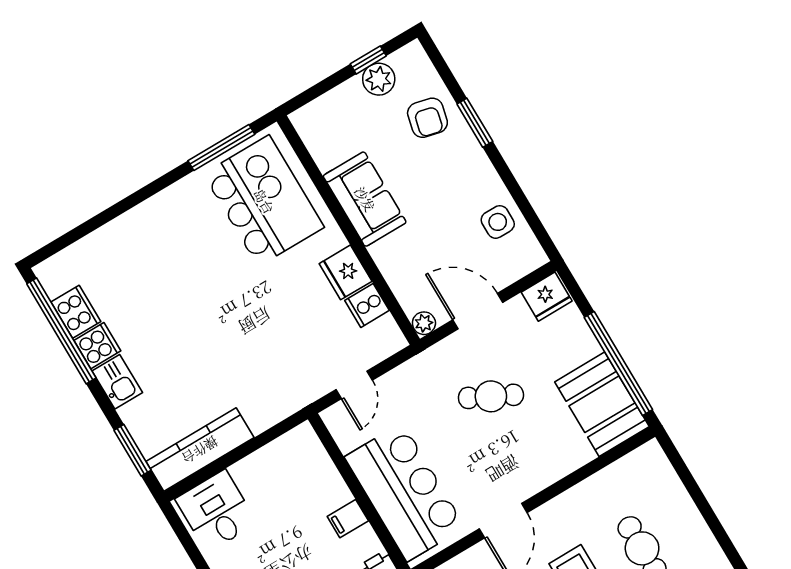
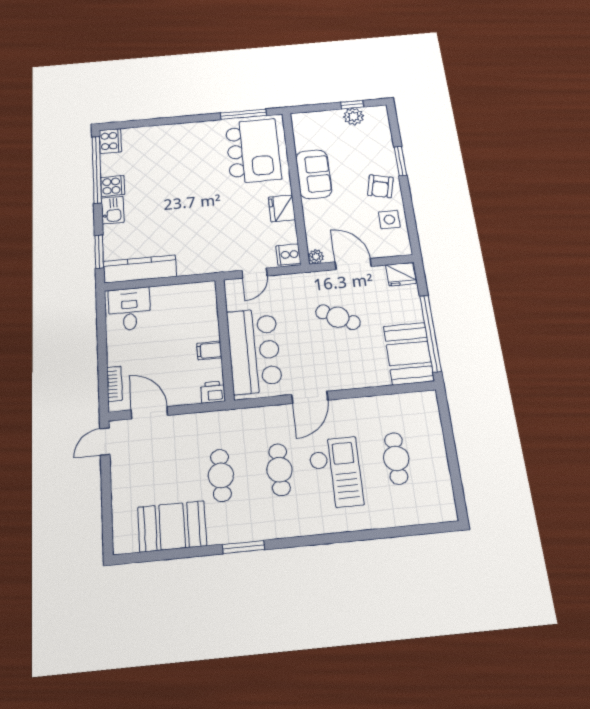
armchair: (427, 118) -> (380, 186), moved
cooker: (367, 305) -> (288, 255), moved
cooker: (76, 312) -> (110, 141), moved

